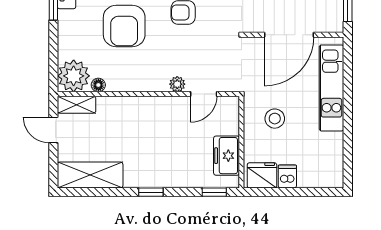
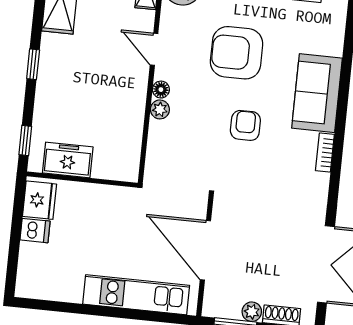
floor lamp: (98, 85) -> (161, 90), moved
door: (204, 94) -> (154, 49), moved
stool: (275, 119) -> (106, 223), removed

